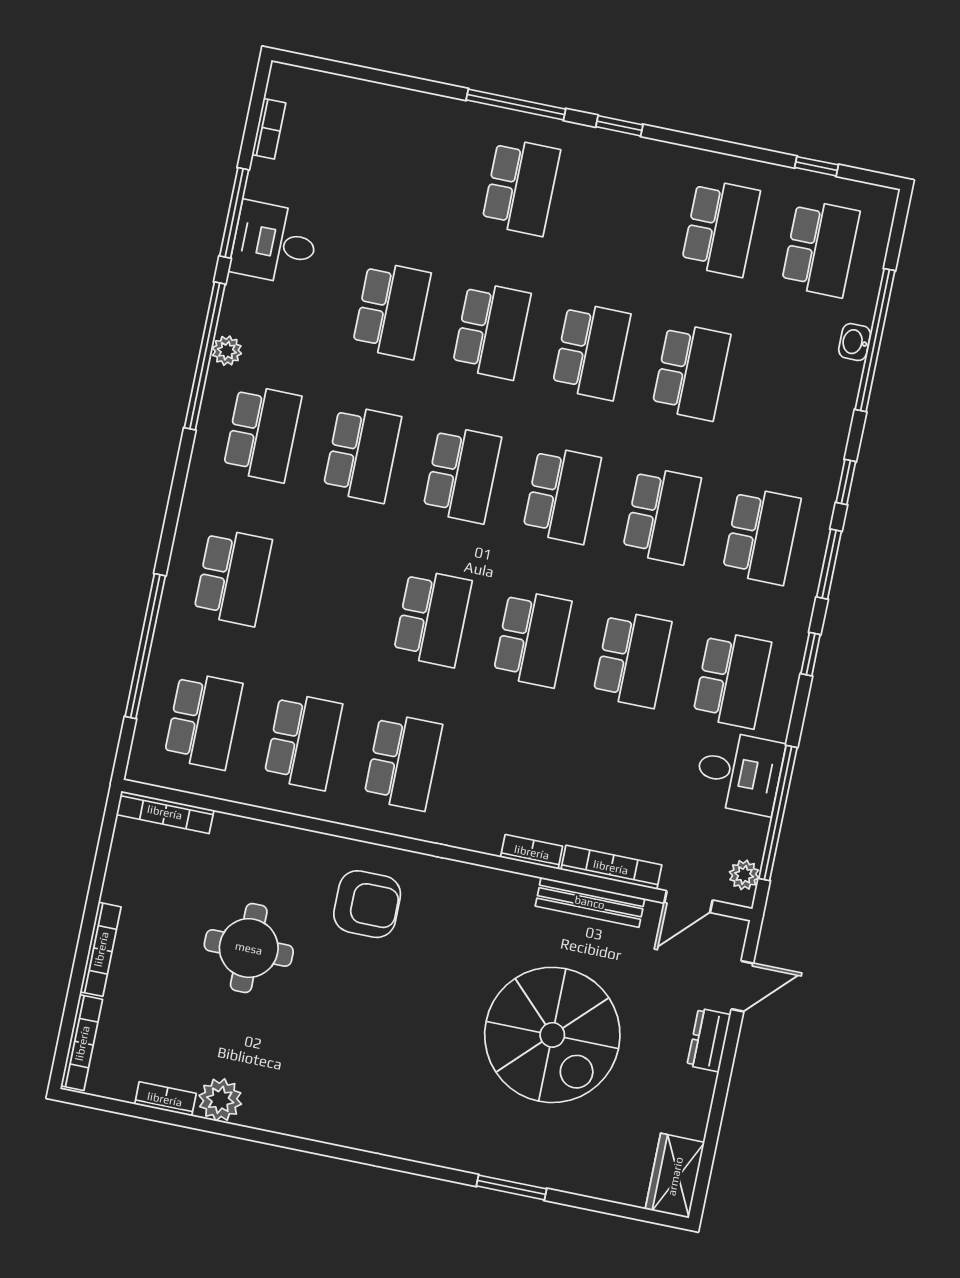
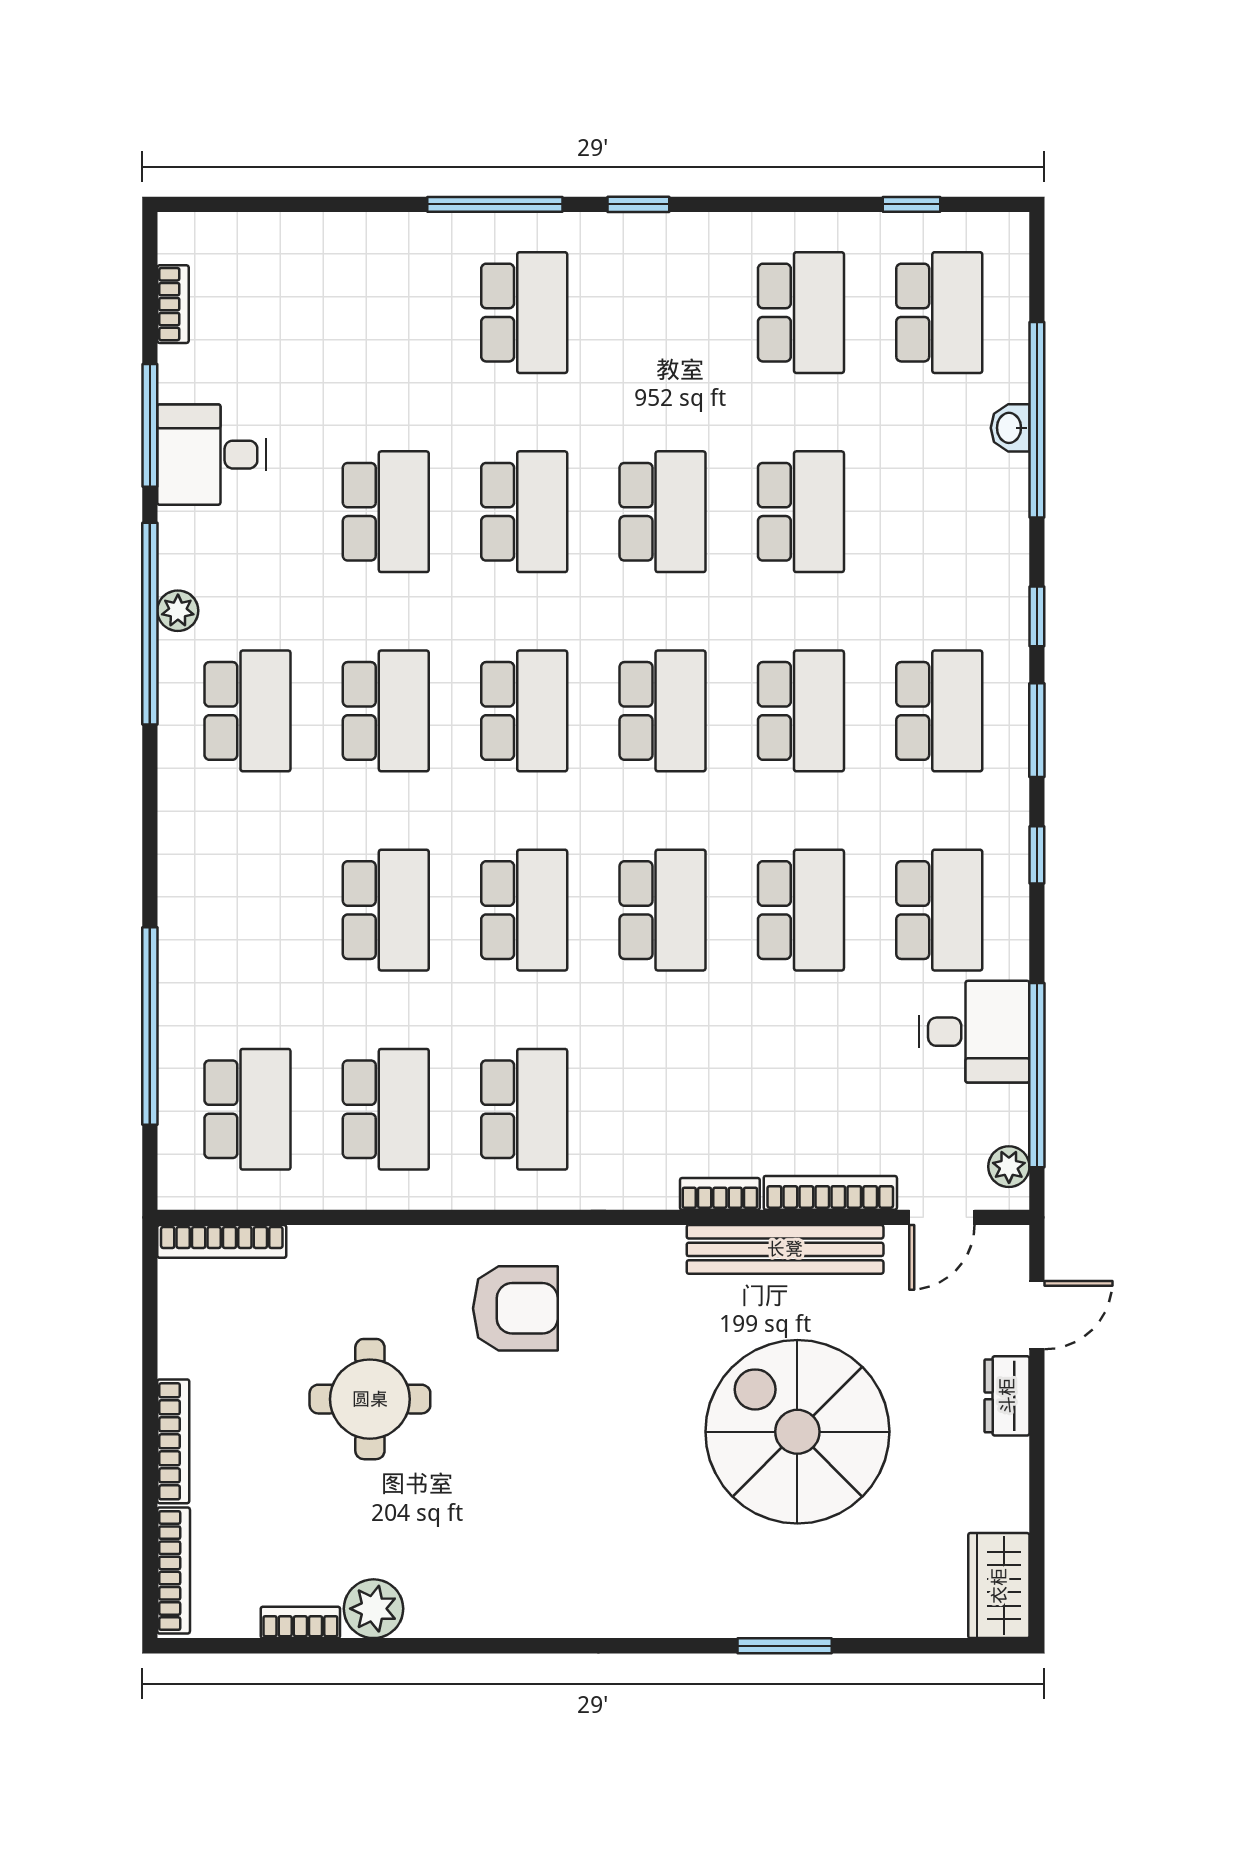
school desk: (233, 577) -> (386, 910), moved
bench: (590, 902) -> (785, 1249), width x1.37, depth x1.21
spiral stairs: (552, 1035) -> (797, 1432), turned 180

